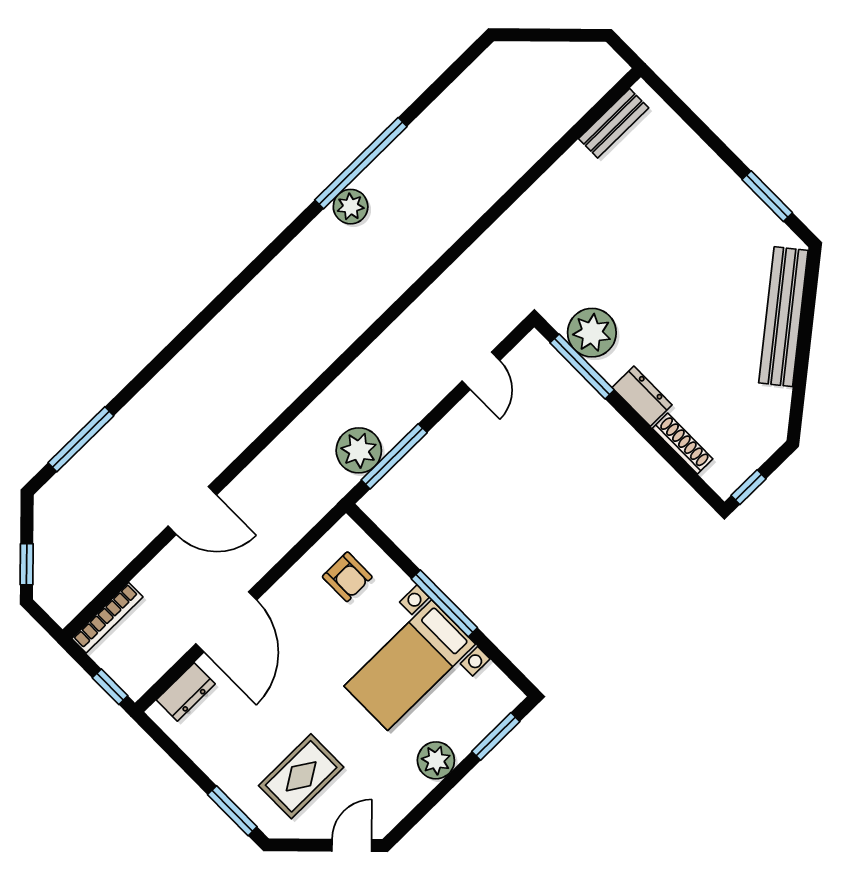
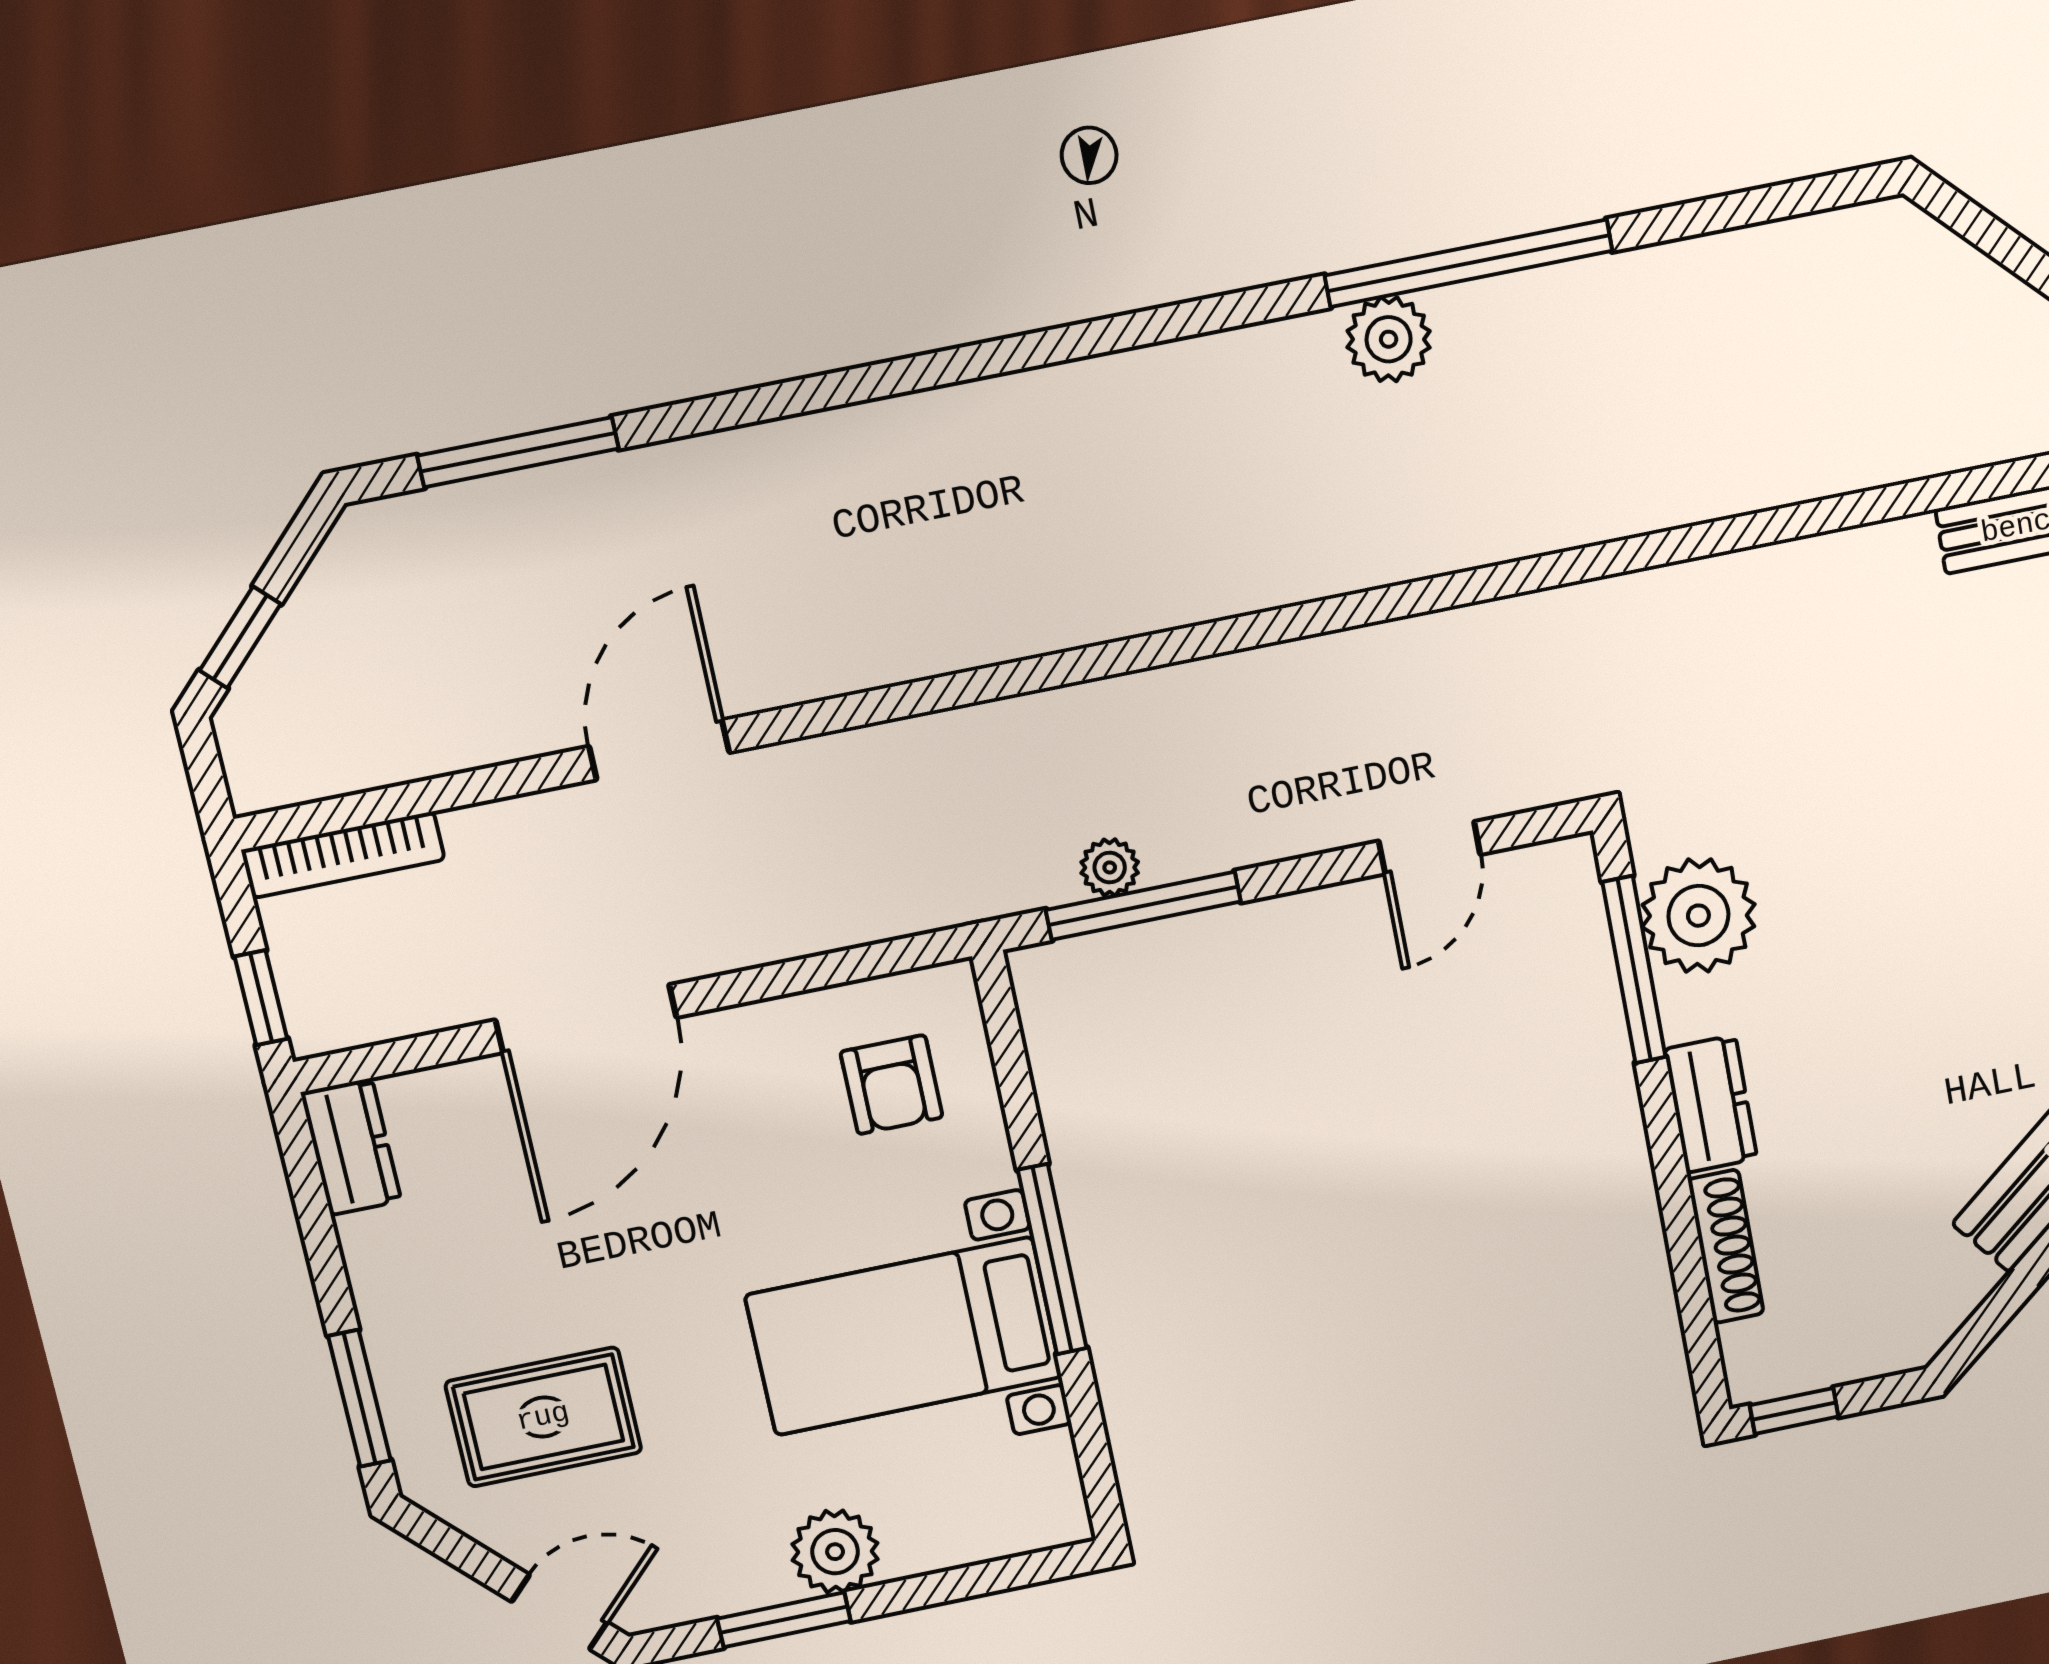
plant: (359, 450) -> (1110, 867), width x0.53, depth x0.53
door: (192, 511) -> (659, 750), swing flipped
dresser: (186, 692) -> (351, 1147), moved, turned -90
window: (496, 736) -> (784, 1620), moved

